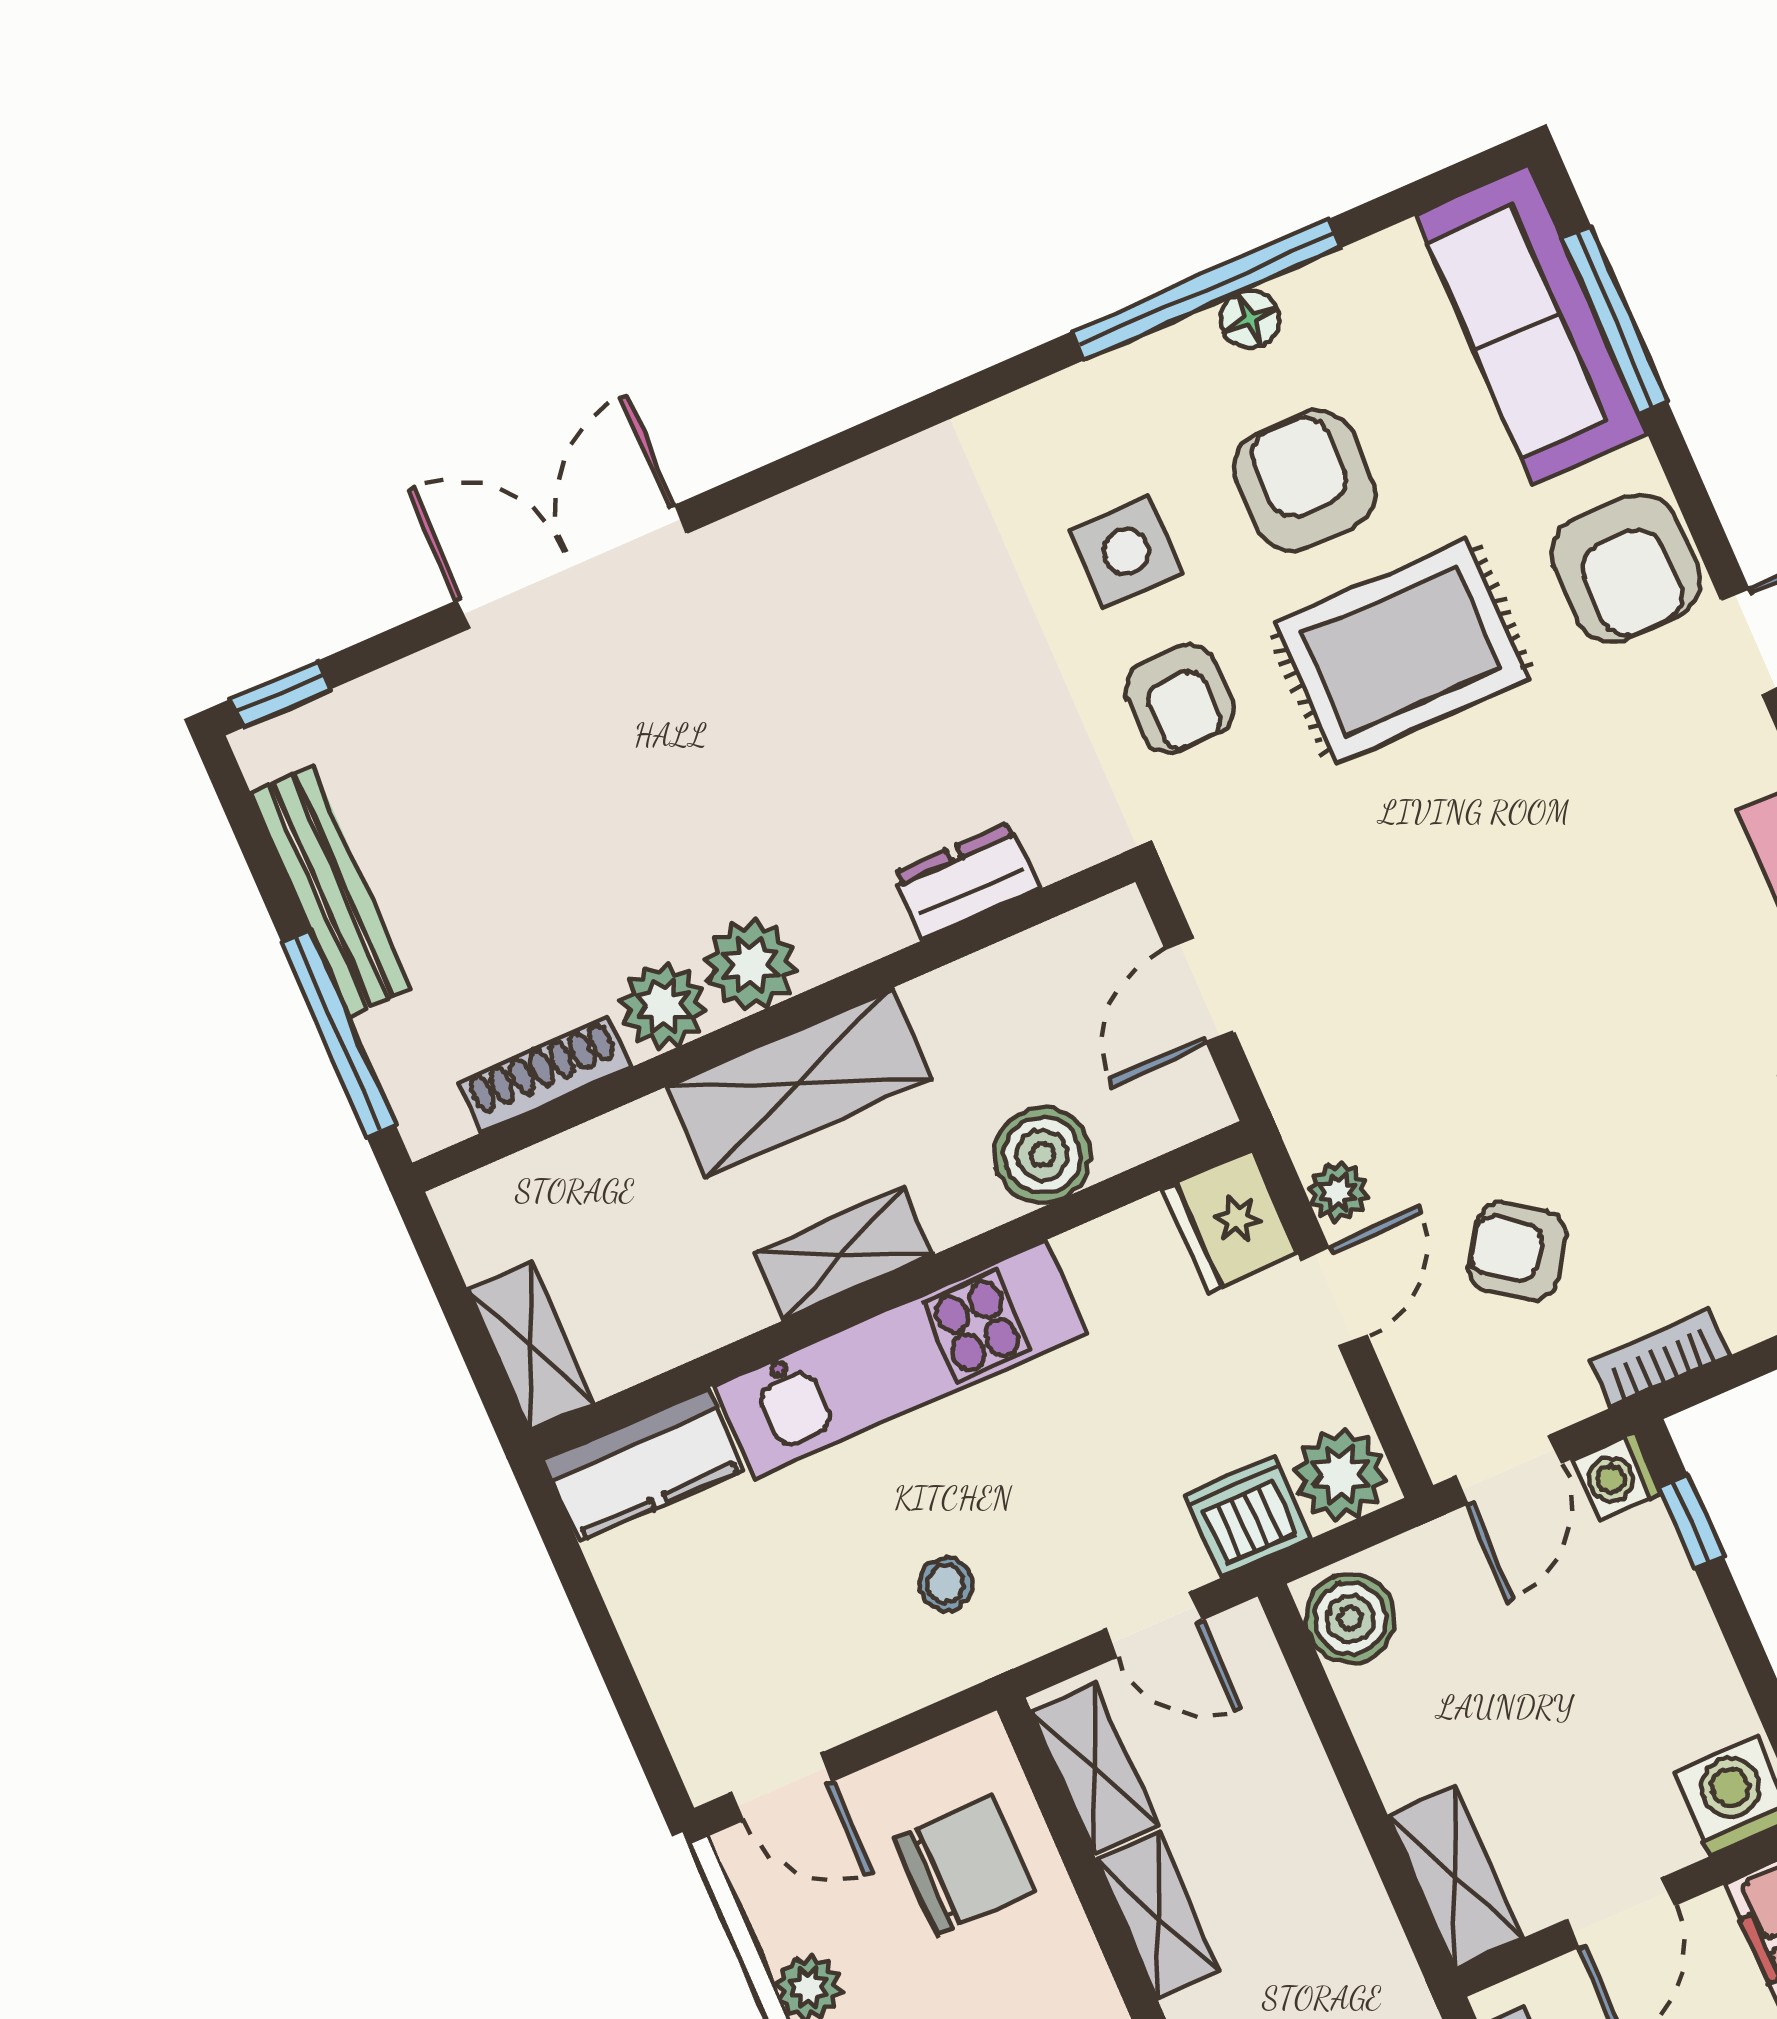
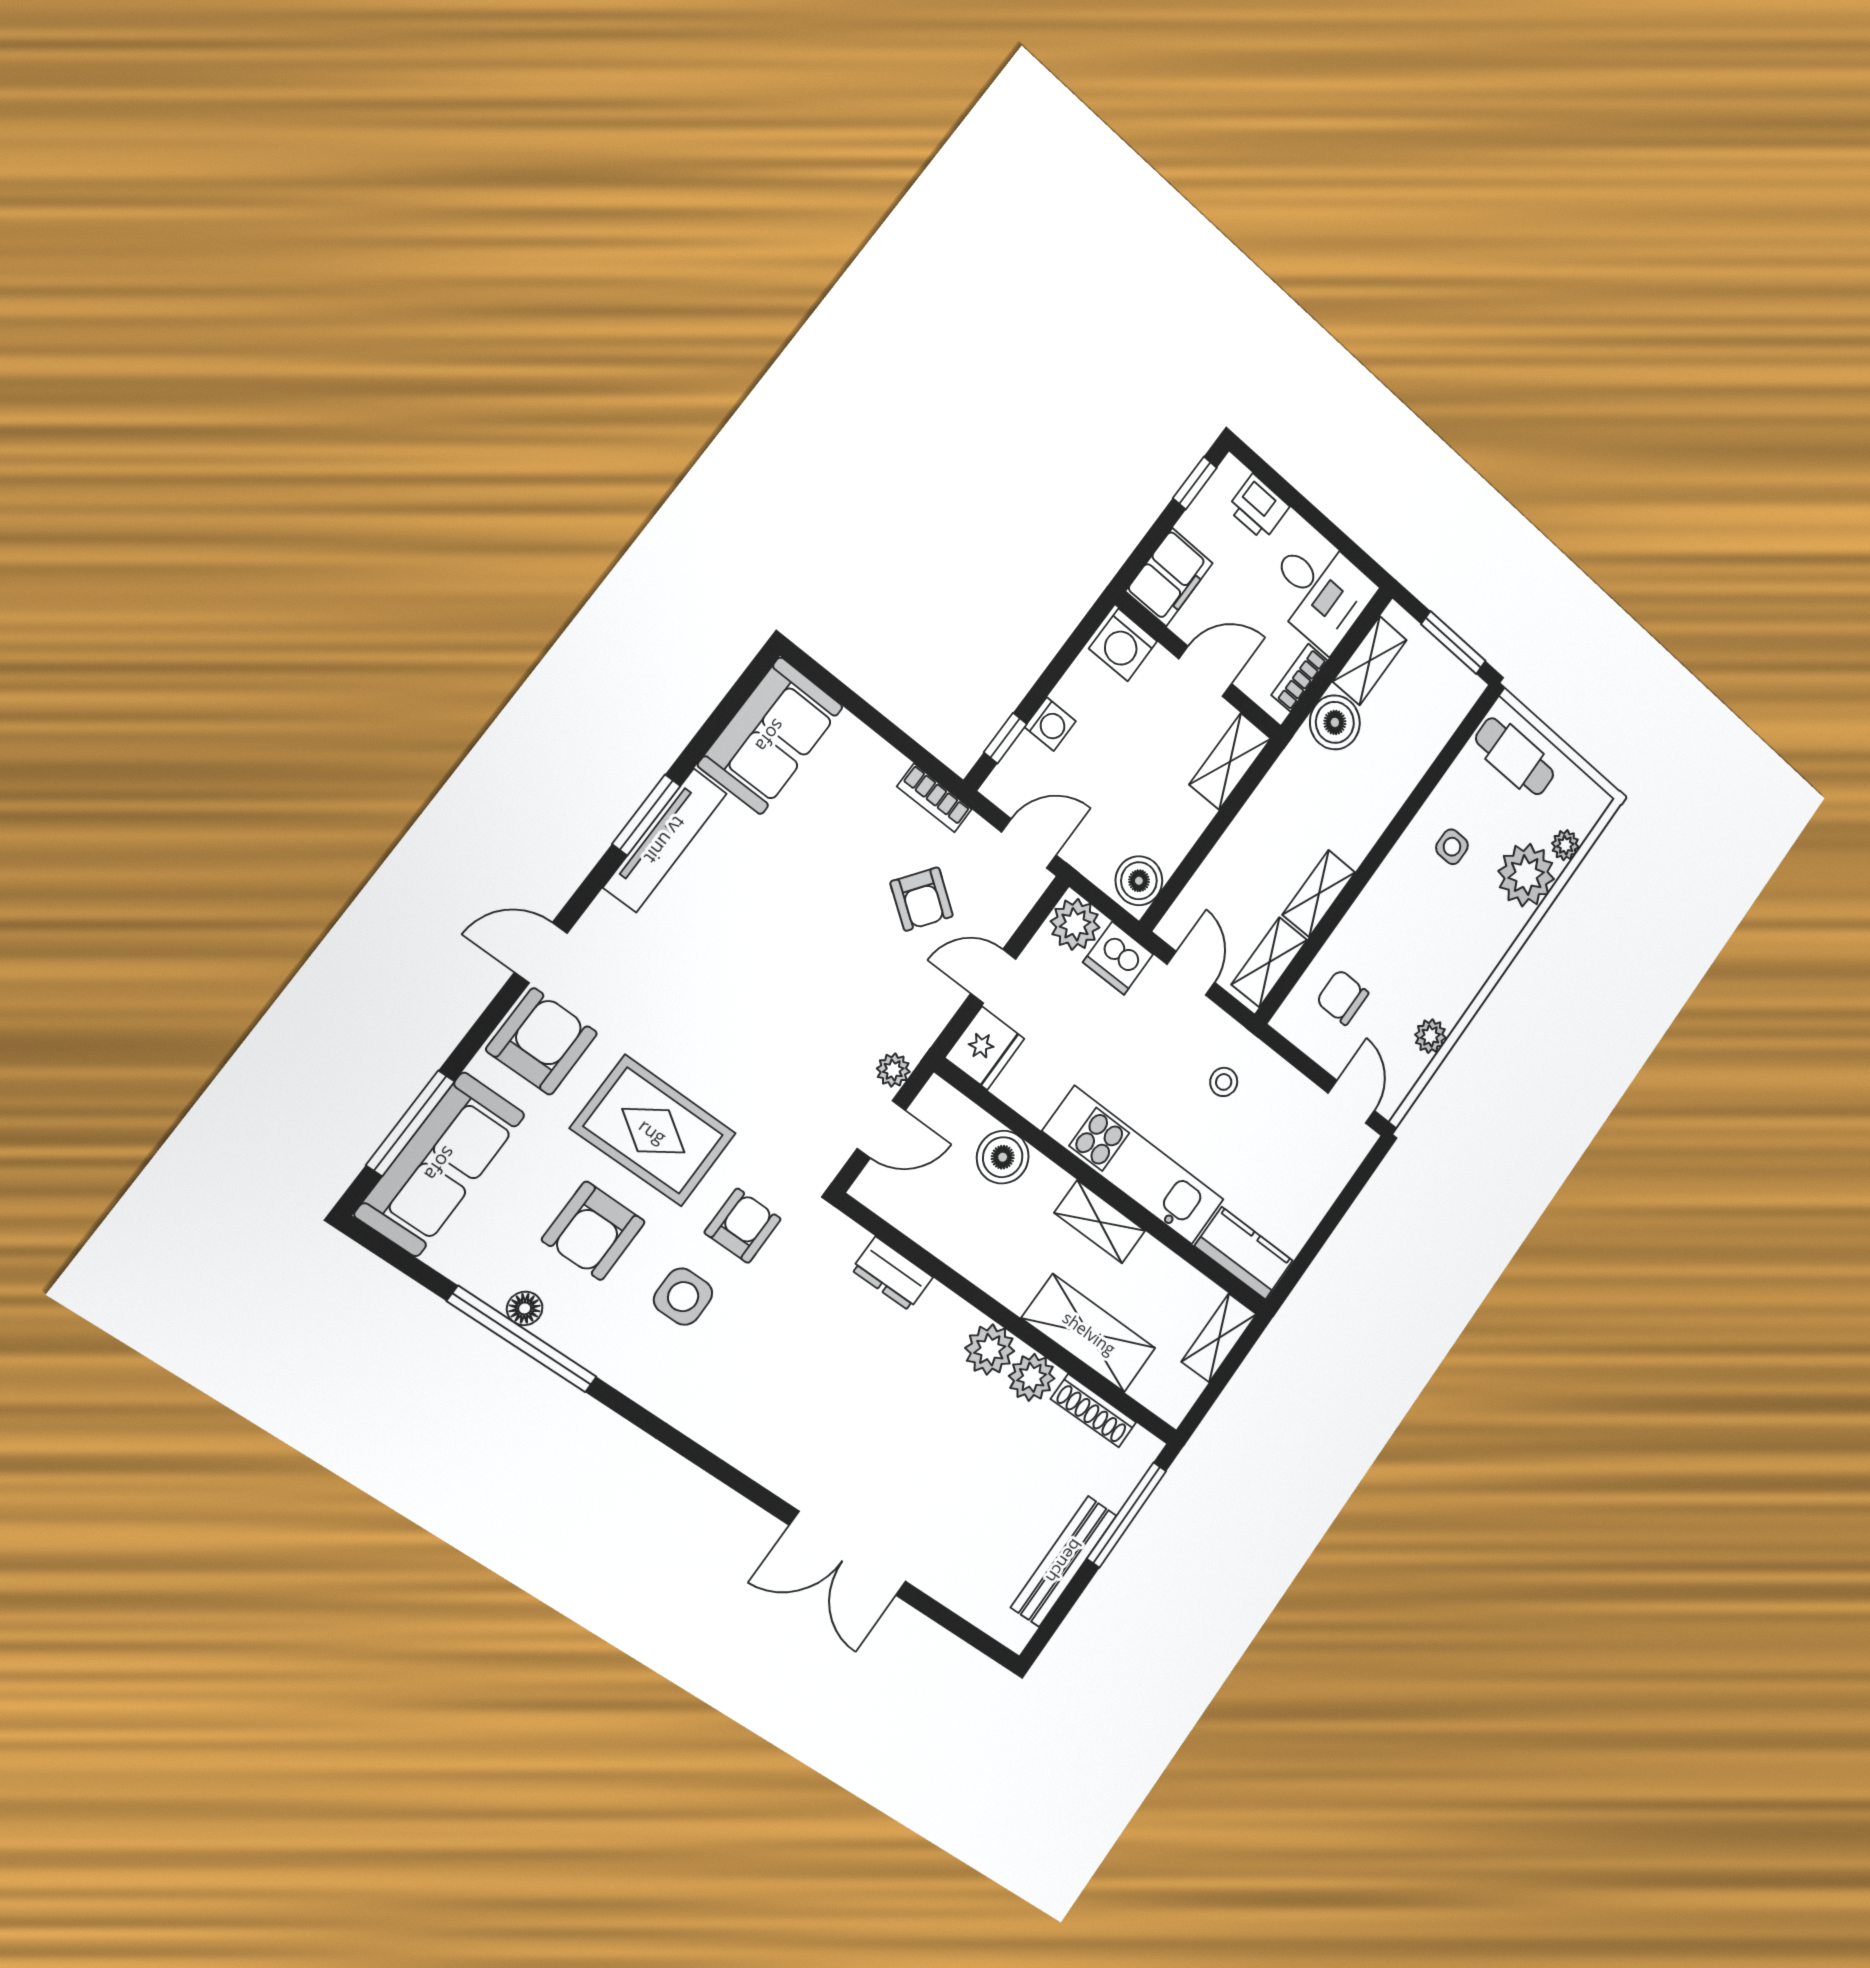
window: (281, 694) -> (986, 1644), removed
shelving: (799, 1083) -> (1089, 1333), moved
plant: (1338, 1192) -> (893, 1070), moved
washing machine: (1617, 1476) -> (1050, 724), moved
chair: (964, 1865) -> (1342, 997), width x0.73, depth x0.73

